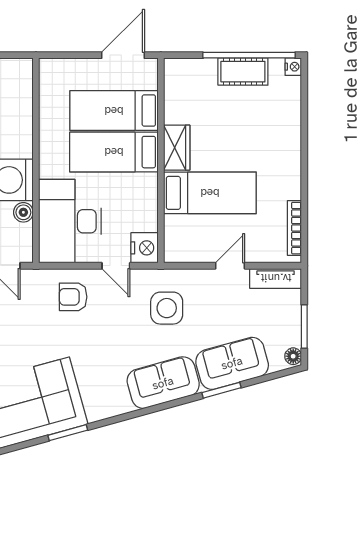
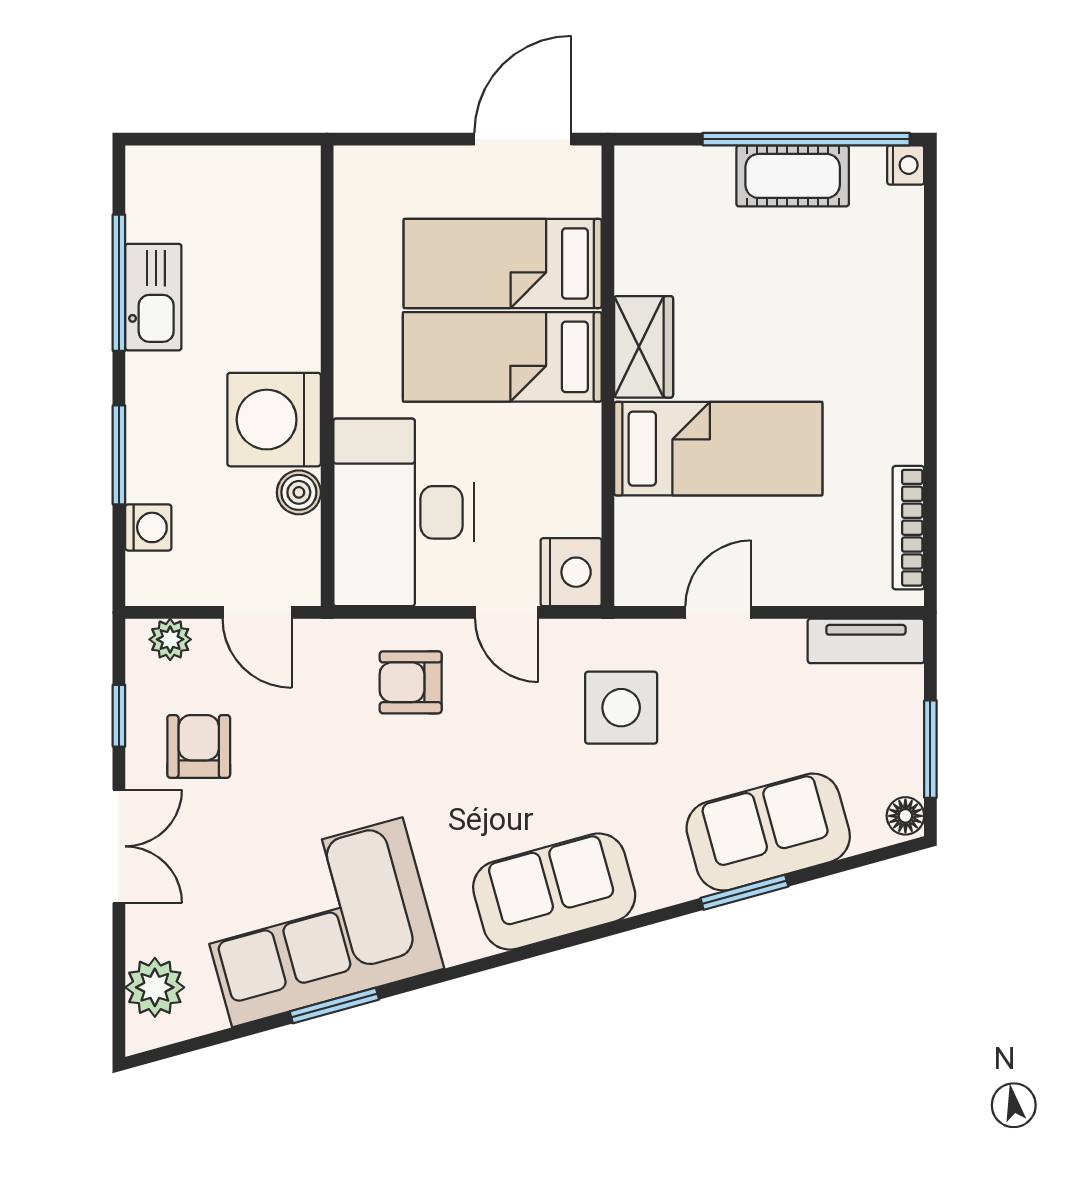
door: (230, 266) -> (718, 612), moved
sofa: (163, 383) -> (554, 892), moved
window: (68, 433) -> (334, 1006), moved

